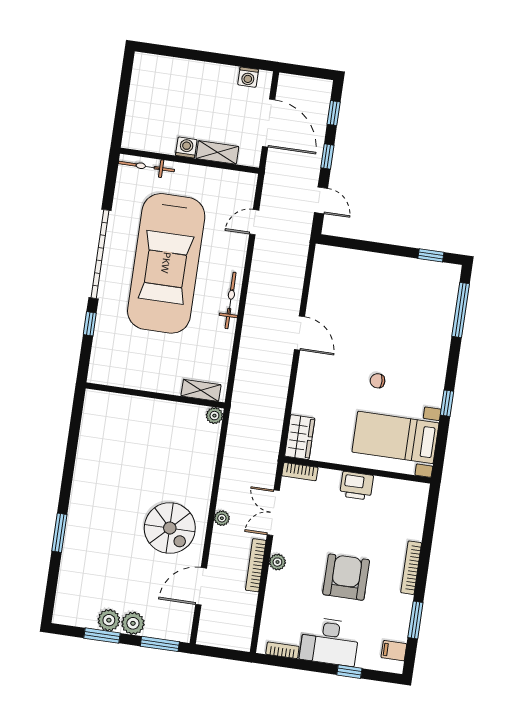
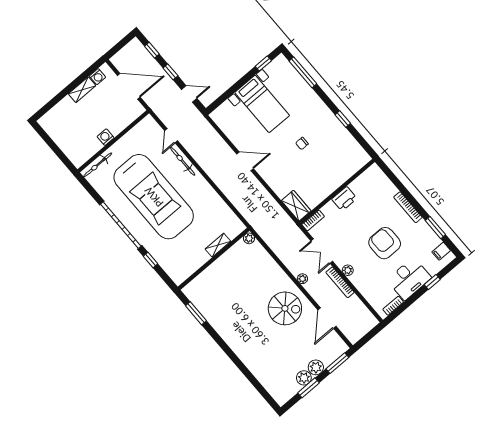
shelving: (217, 152) -> (82, 90), moved
bicycle: (231, 300) -> (183, 161), moved
shelving: (201, 390) -> (218, 245), moved
bed with nightstands: (395, 437) -> (262, 104), moved, turned -90
window: (59, 533) -> (196, 313), moved

